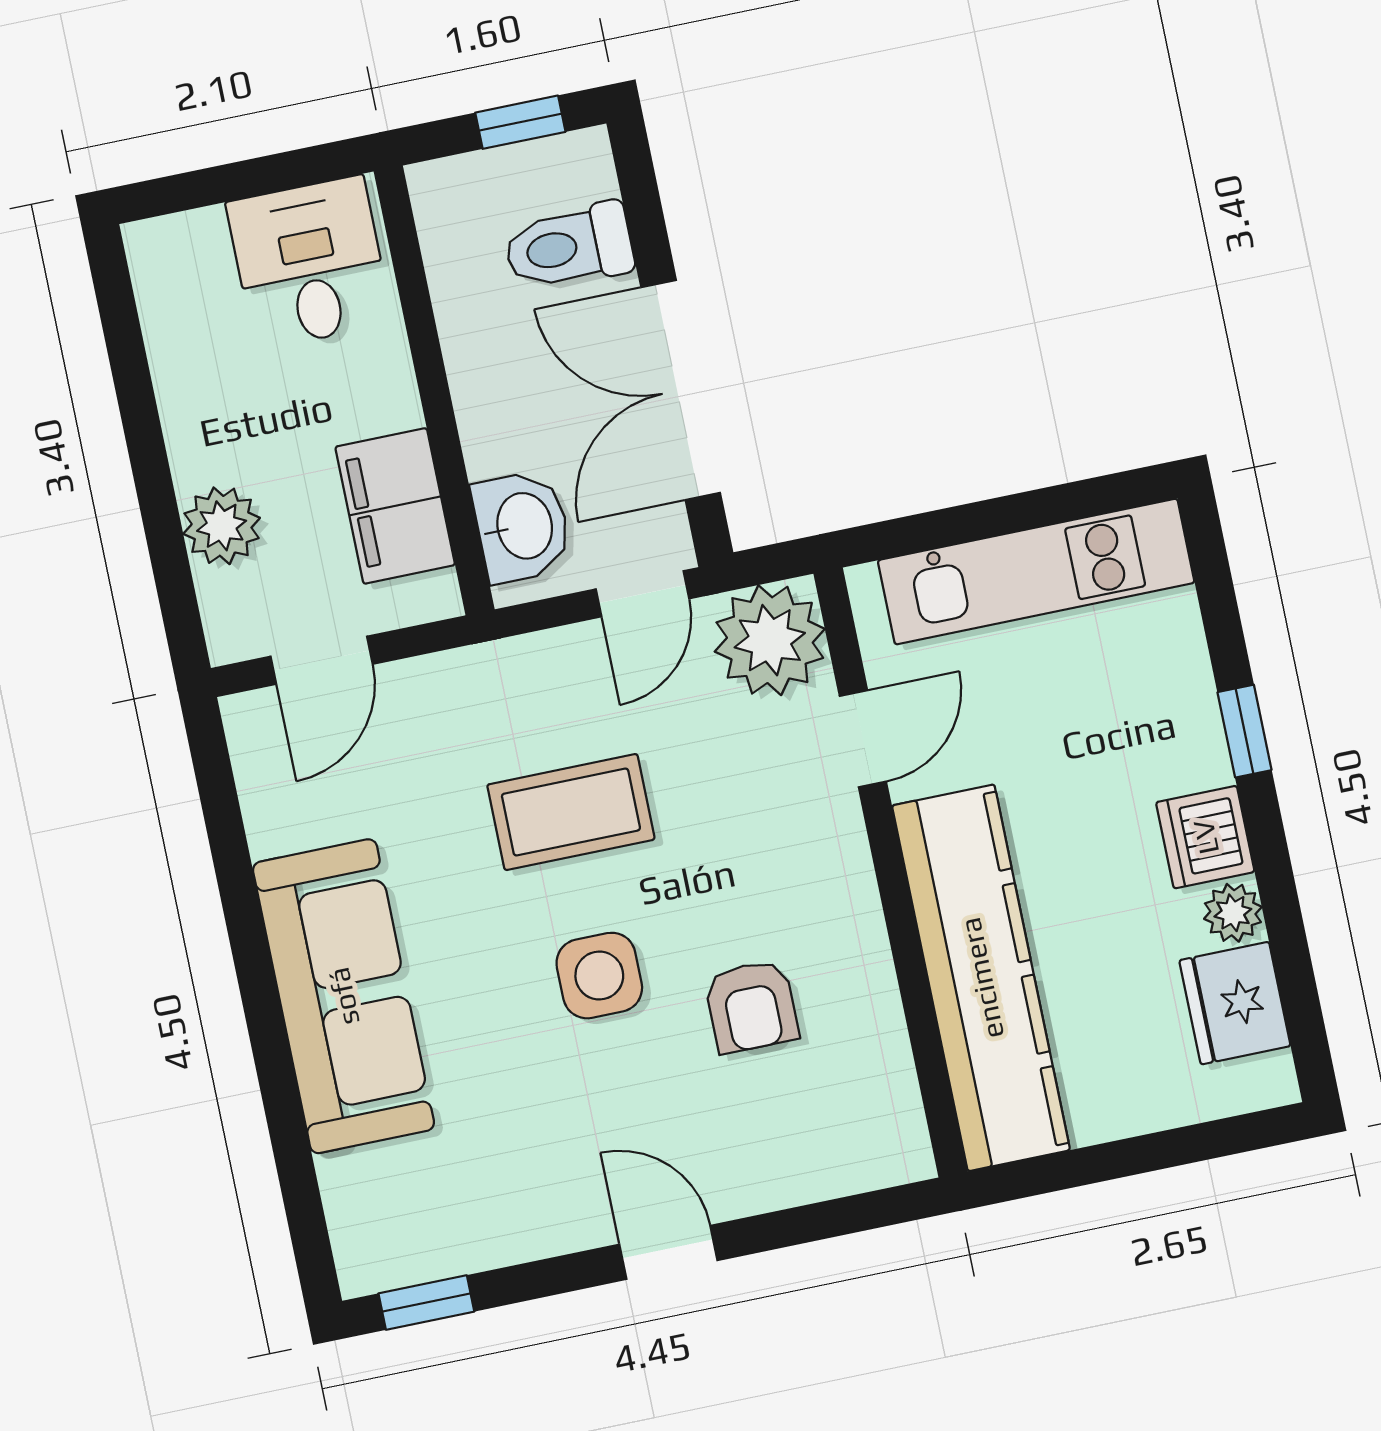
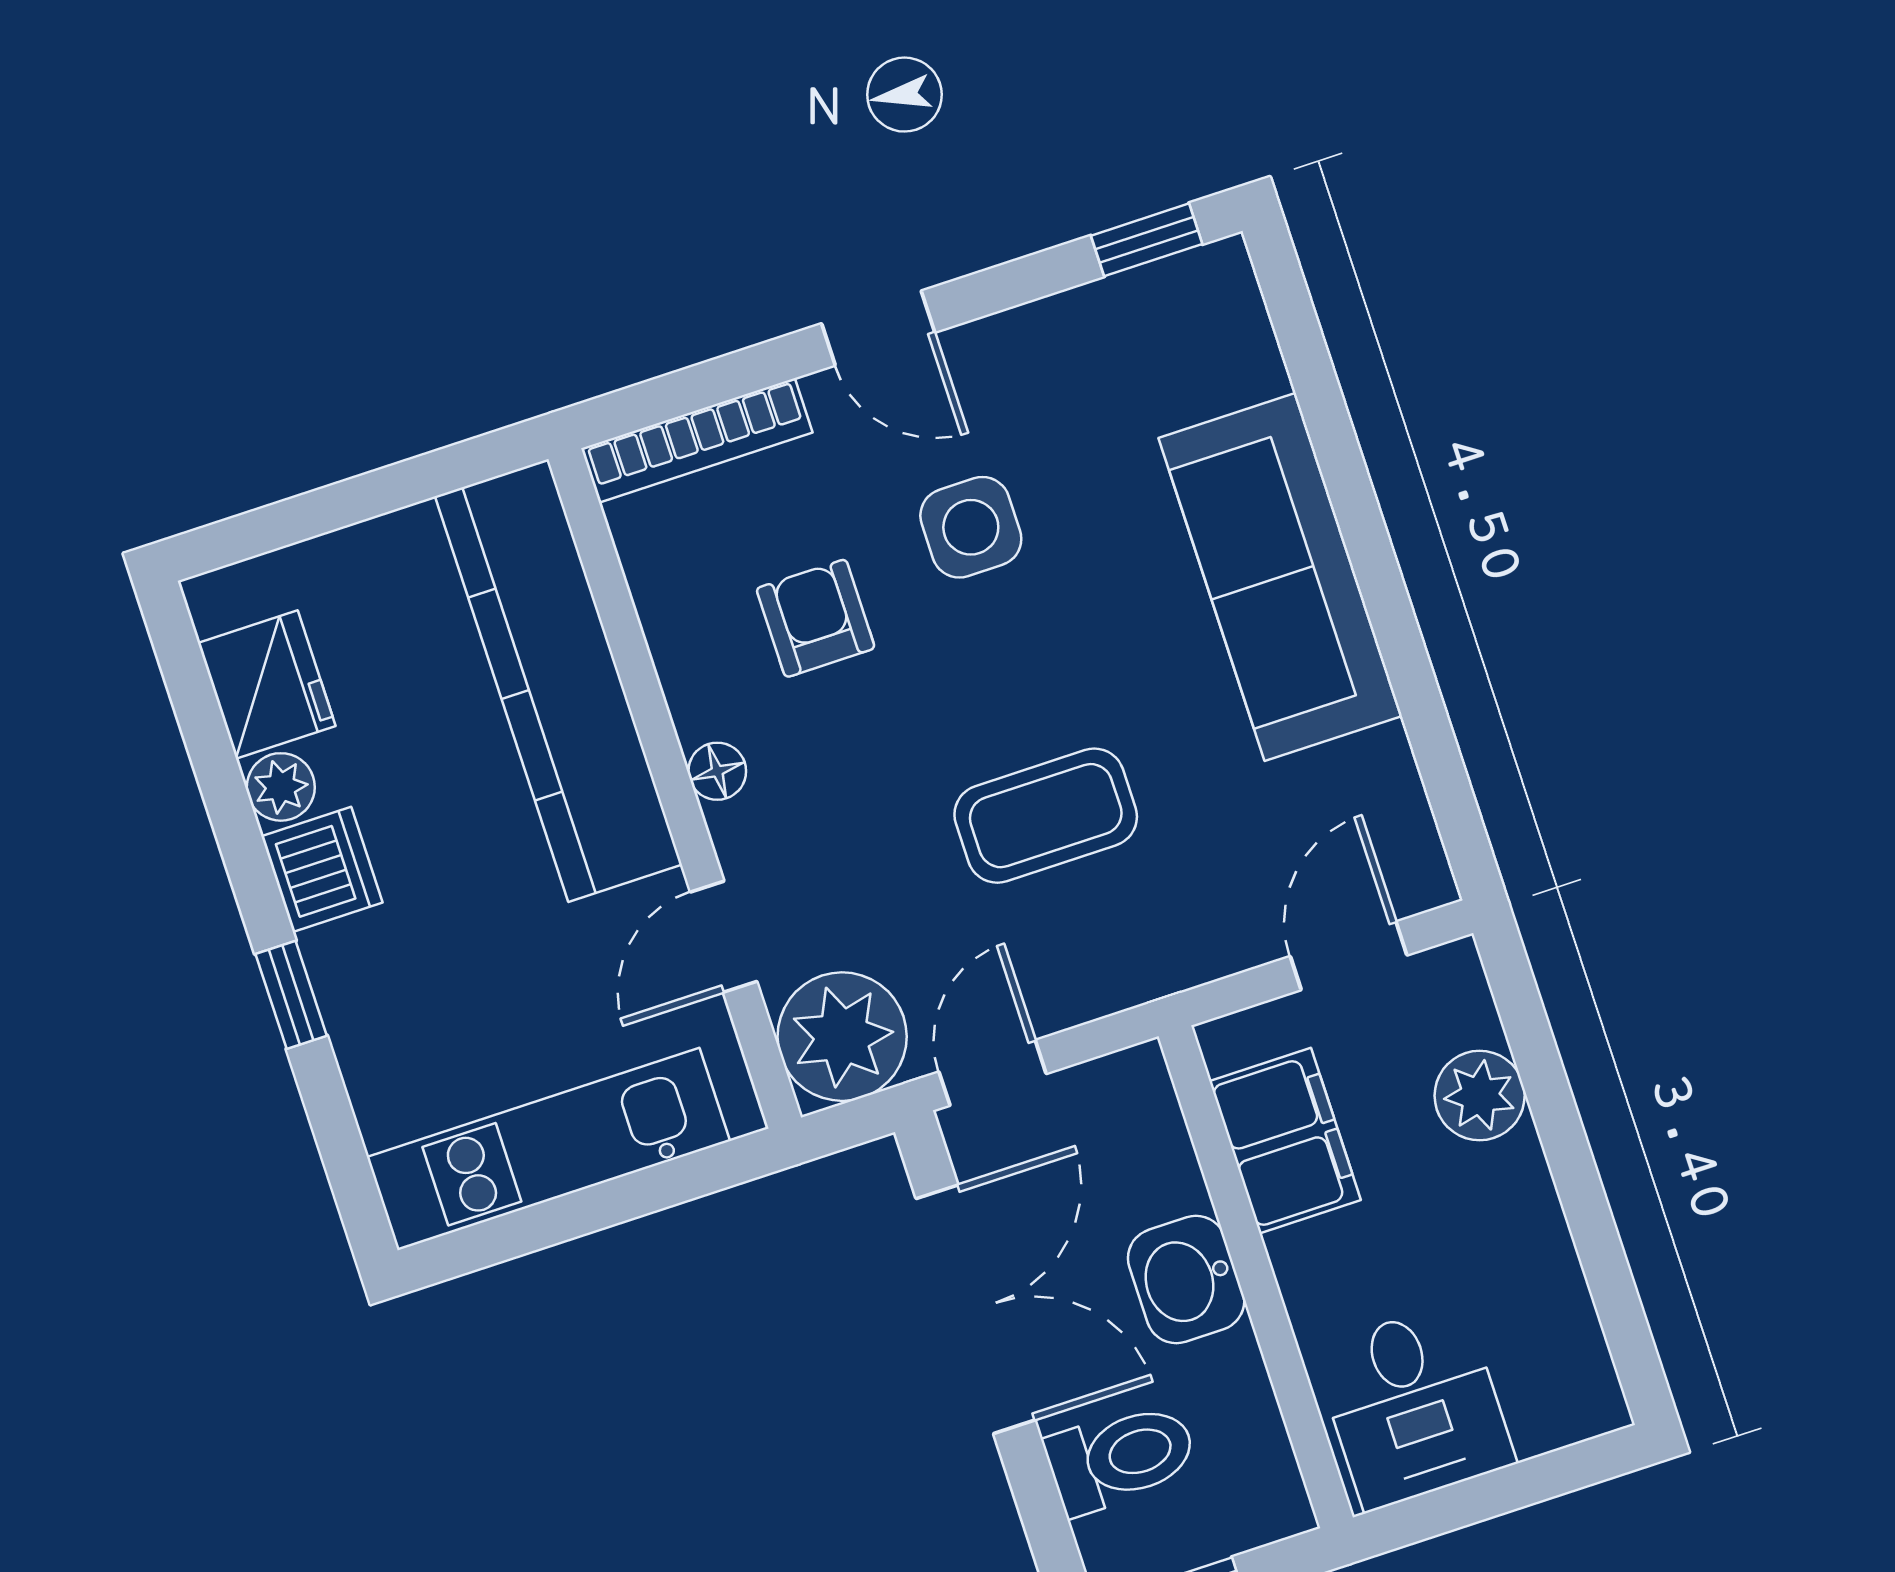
washbasin: (522, 526) -> (1186, 1280), moved
floor lamp: (852, 883) -> (717, 771), added
side table: (599, 976) -> (971, 527), moved
bookcase: (837, 1173) -> (697, 440), added

